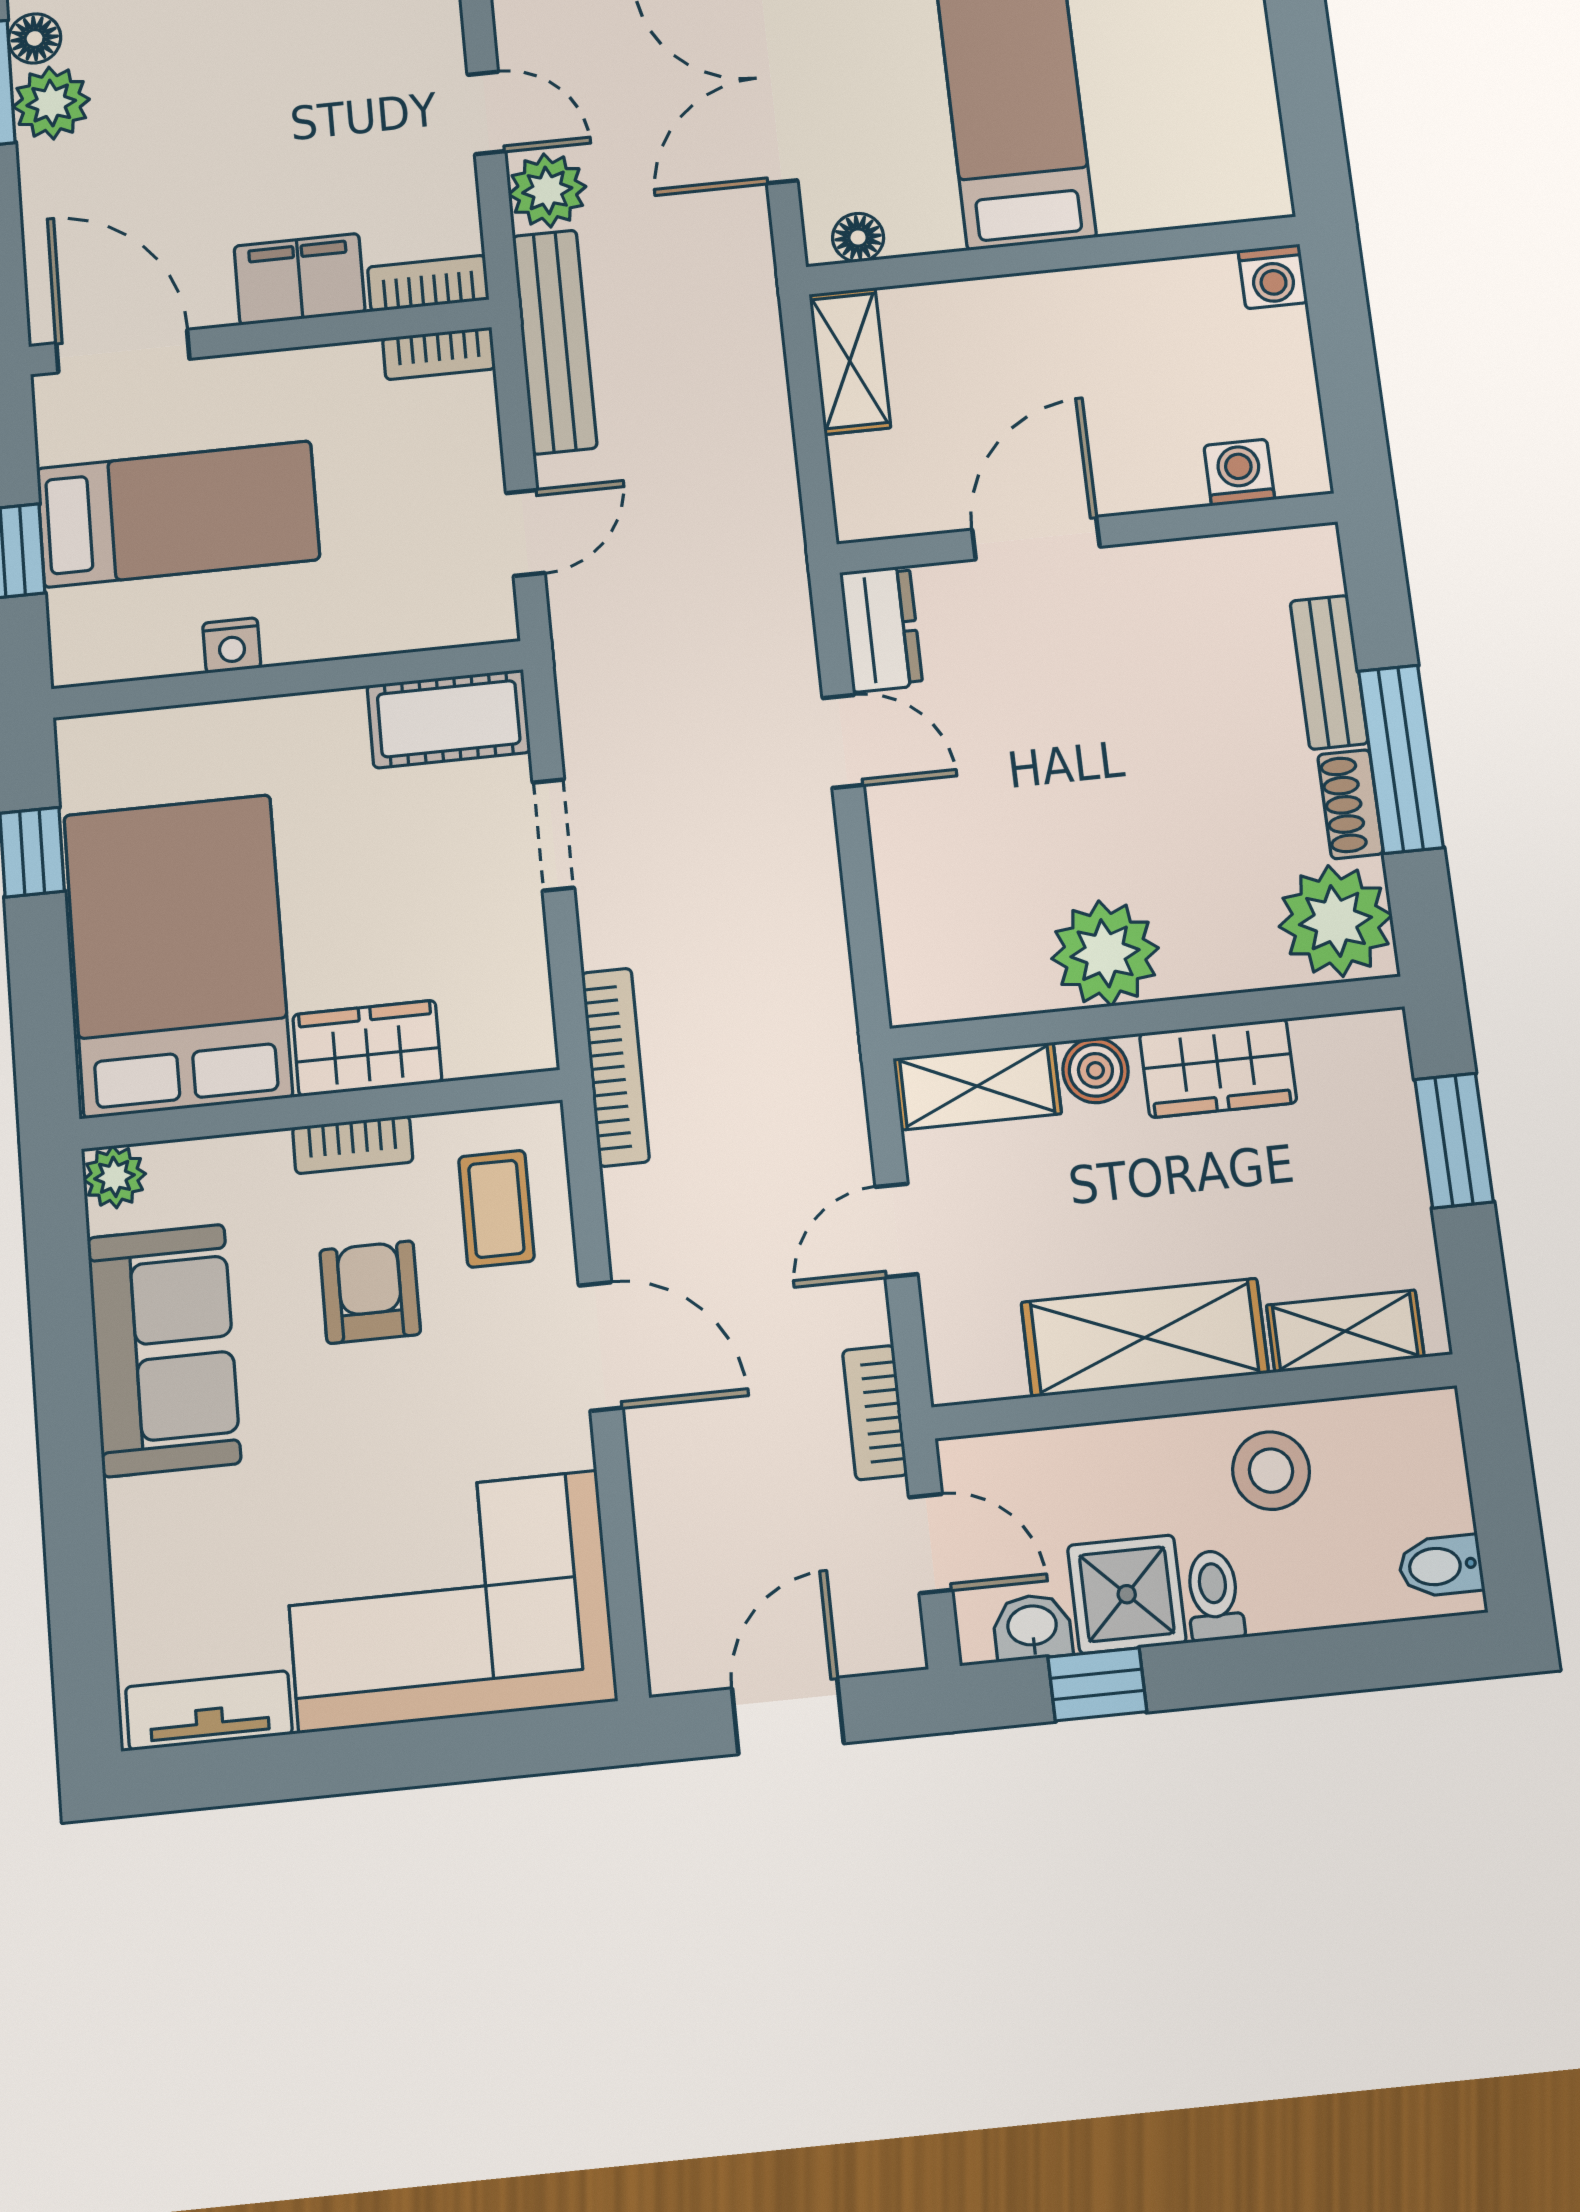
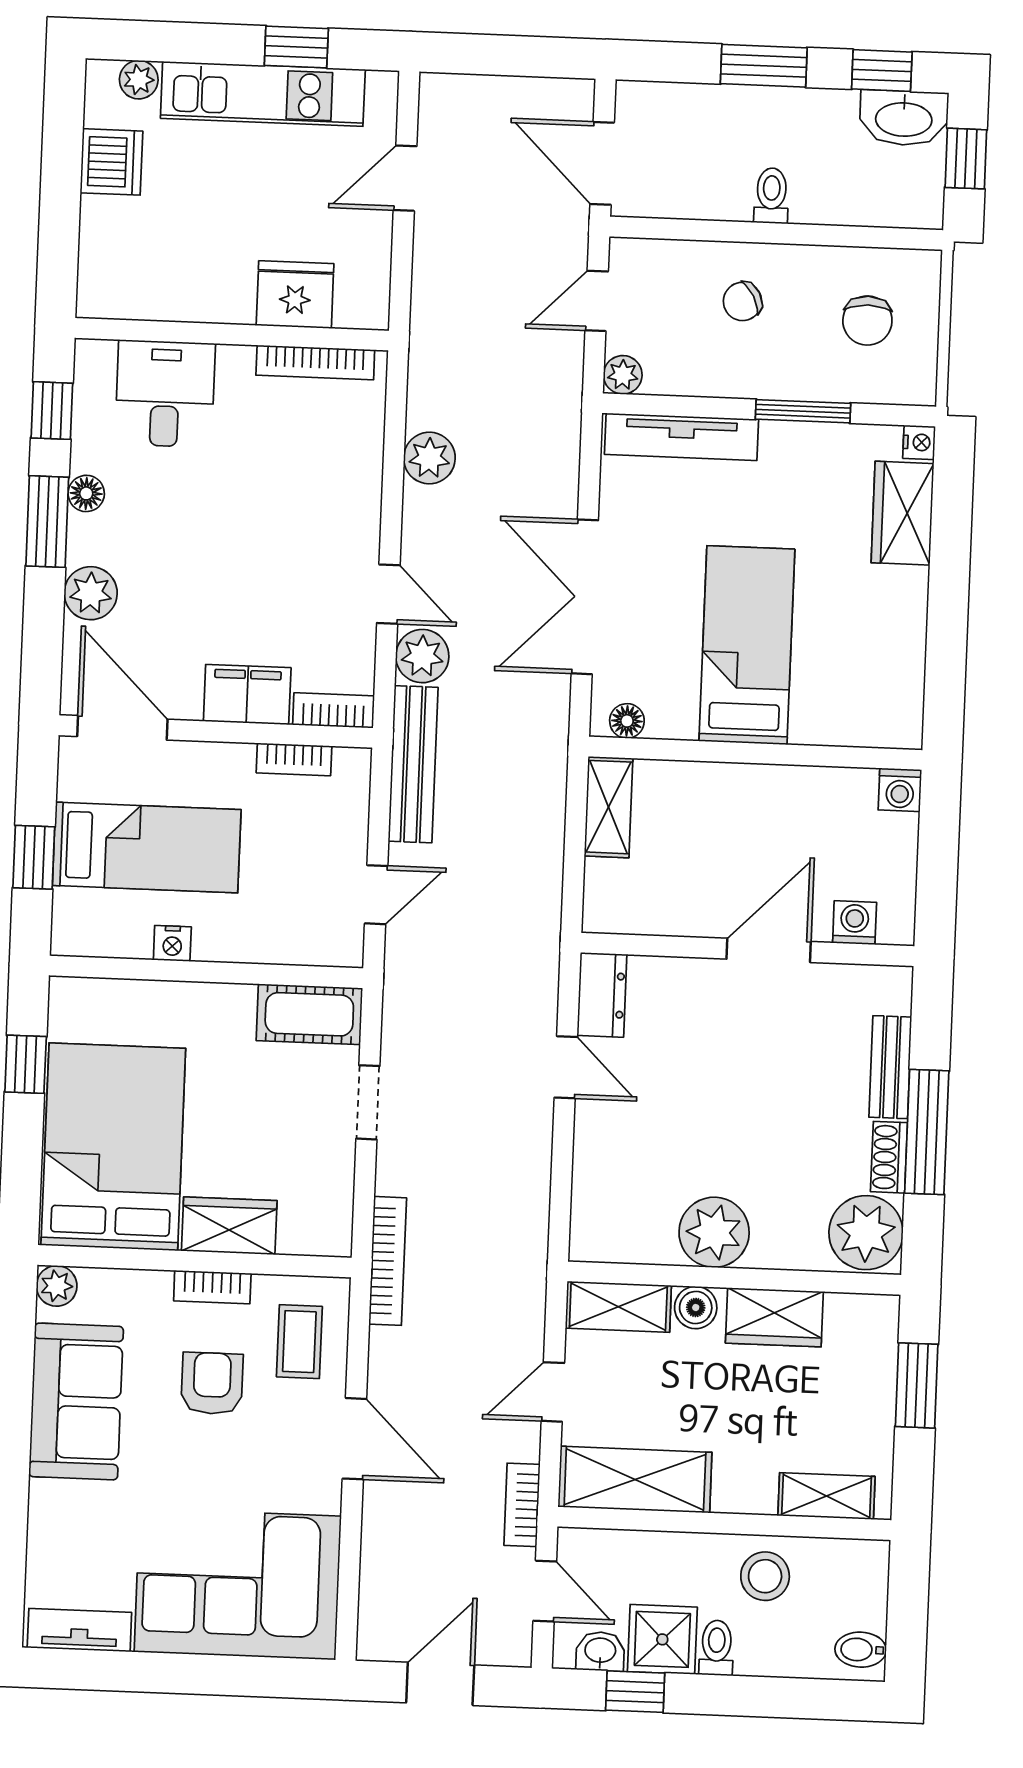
plant: (51, 103) -> (91, 593), moved
bookcase: (439, 353) -> (294, 759), moved
door: (1036, 538) -> (769, 950), moved
shelving: (1145, 1338) -> (635, 1480), moved

